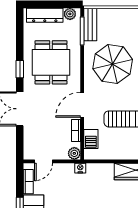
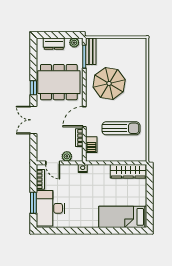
dresser: (45, 15) -> (54, 44), width x0.70
dining table: (51, 62) -> (59, 82), width x1.38
plant: (74, 153) -> (67, 156), moved
door: (44, 161) -> (53, 163), hinge flipped

